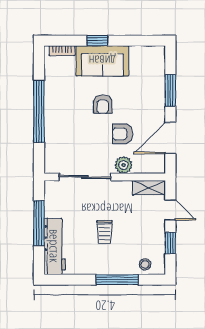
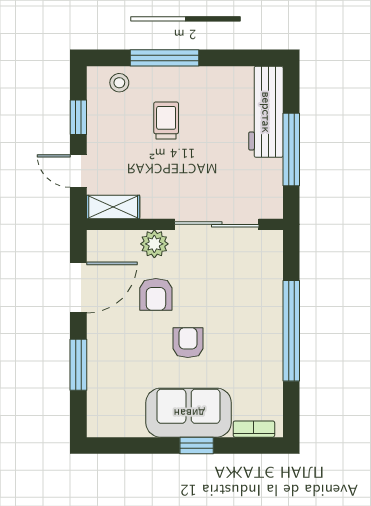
armchair: (122, 134) -> (156, 294), turned 90
trolley: (104, 232) -> (166, 120), moved

